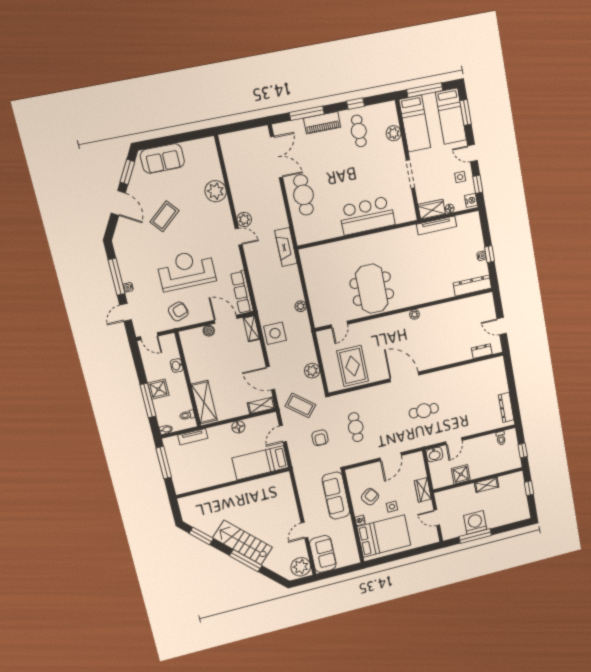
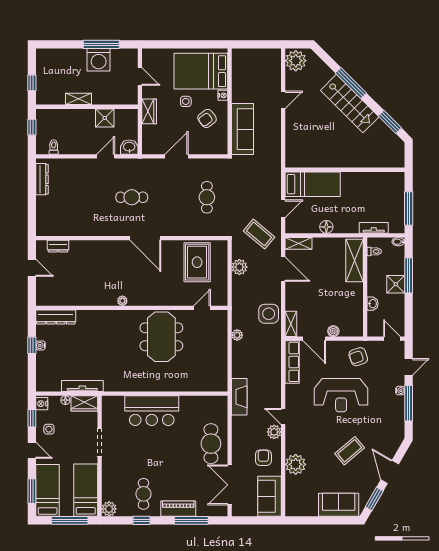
plant: (394, 133) -> (109, 509), moved
armchair: (320, 438) -> (263, 458), moved
sofa: (323, 554) -> (270, 496), moved

